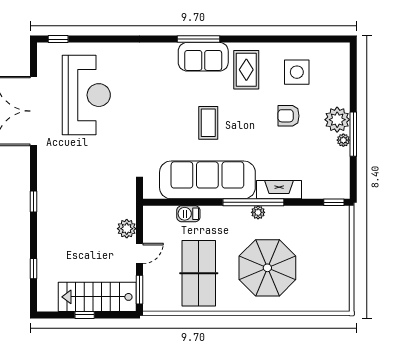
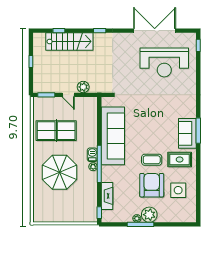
armchair: (289, 116) -> (152, 185), width x1.88, depth x1.88
coffee table: (208, 123) -> (152, 160), moved
fireplace: (279, 190) -> (107, 196), moved
barbecue: (188, 214) -> (92, 155), moved
stairs: (97, 297) -> (69, 41), moved, turned 90

